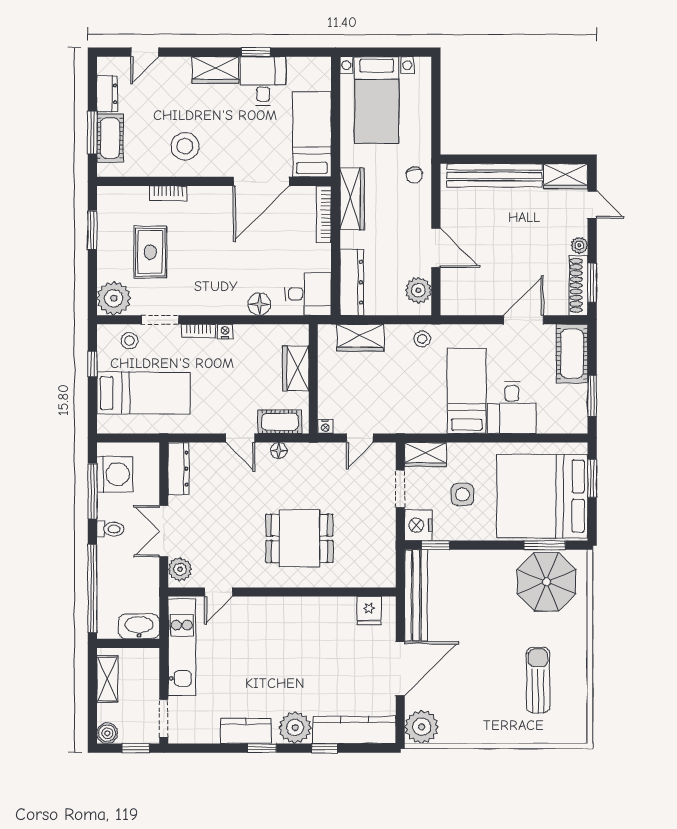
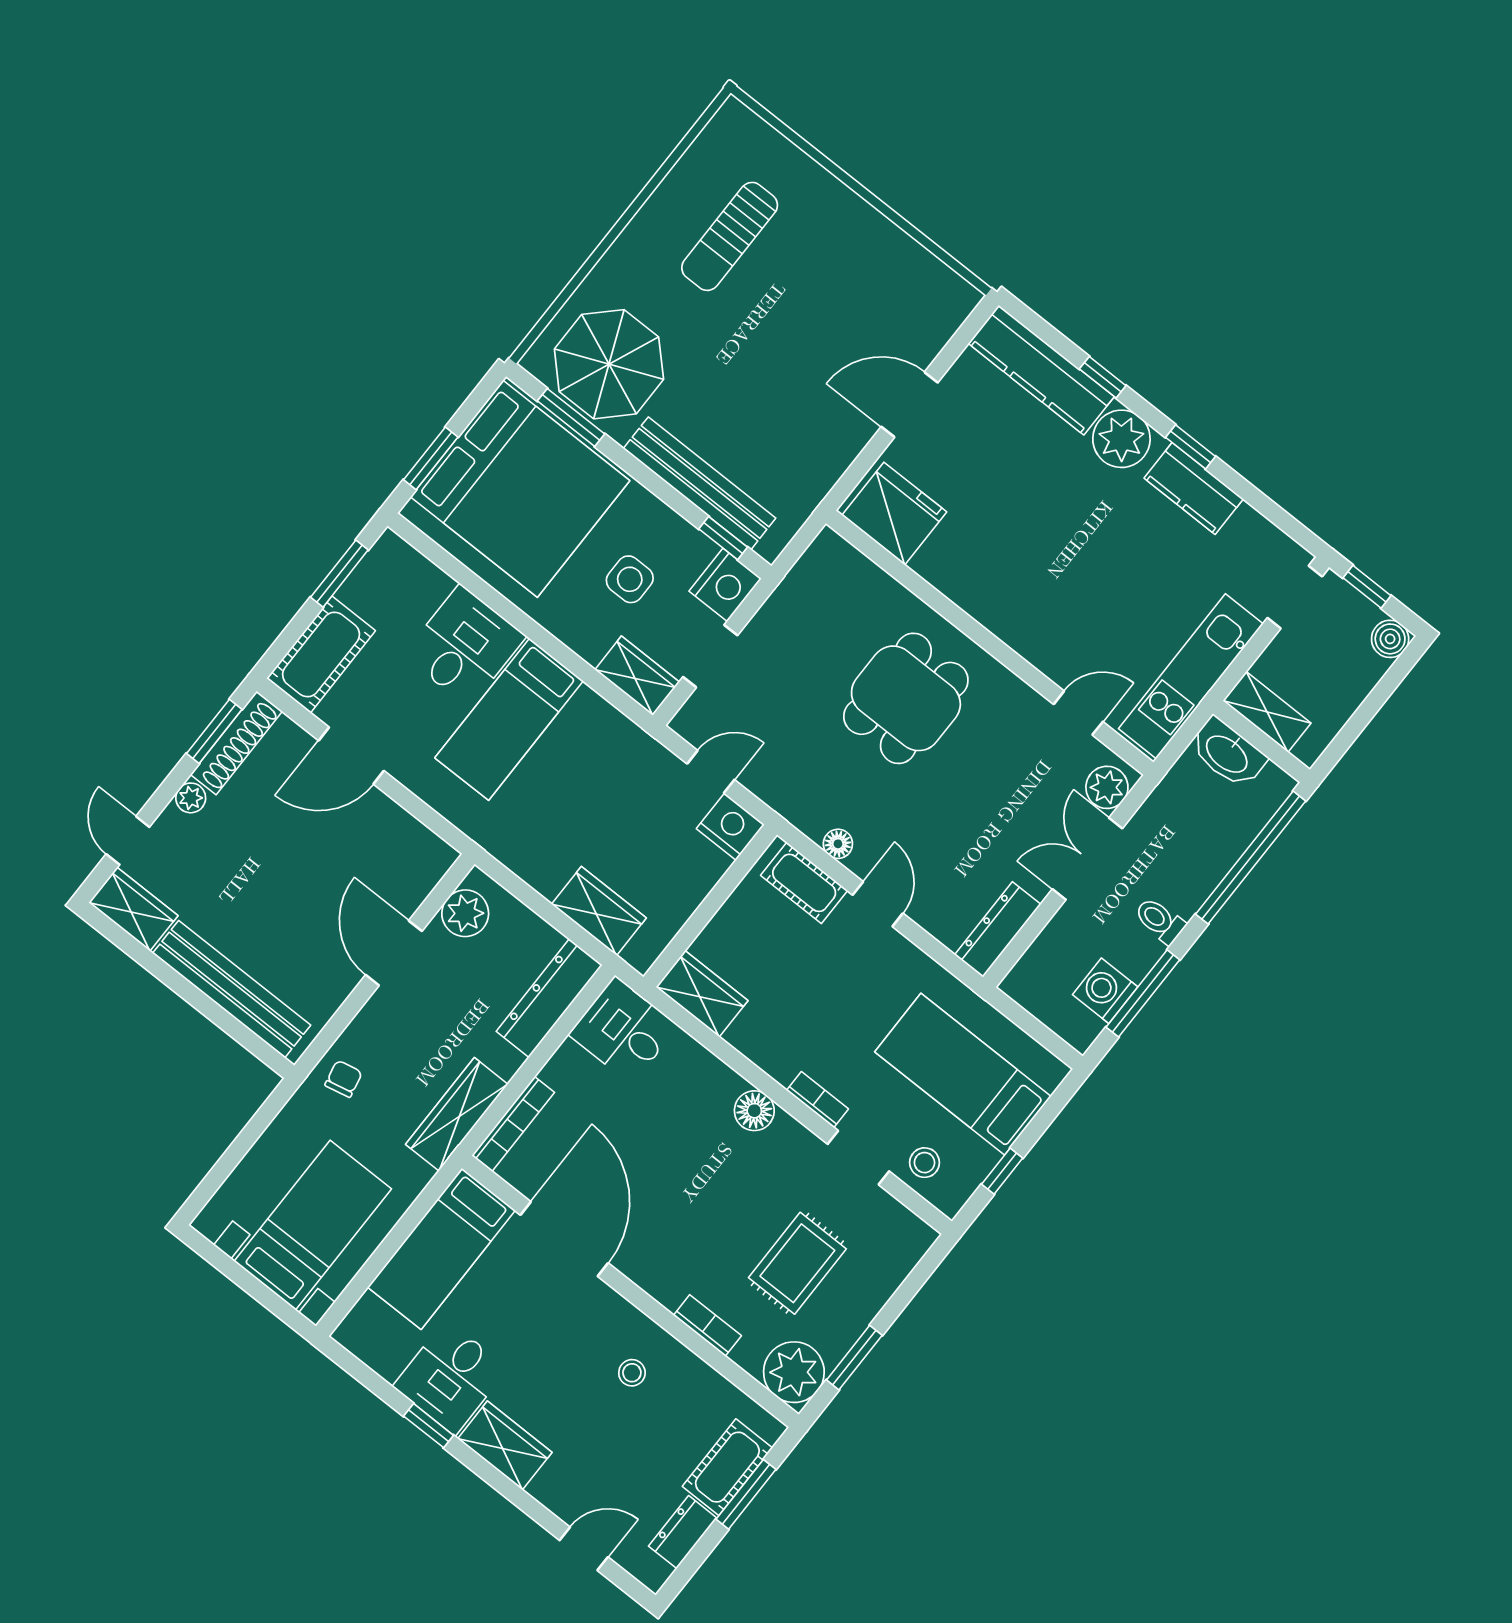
stool: (185, 146) -> (632, 1373), width x0.53, depth x0.53
door: (261, 181) -> (564, 1239), hinge flipped
plant: (114, 298) -> (794, 1372), moved
floor lamp: (259, 304) -> (754, 1111), moved
nightstand: (225, 332) -> (781, 1070), removed
stool: (422, 339) -> (514, 841), removed
wardrobe: (296, 368) -> (702, 994), moved, turned -90
nightstand: (325, 426) -> (730, 827), width x1.89, depth x1.79
washing machine: (115, 474) -> (1105, 991), width x0.73, depth x0.73
double door: (164, 531) -> (1087, 859), swing flipped
dining table: (299, 538) -> (906, 698), turned 90
bench: (416, 595) -> (700, 483), moved, turned 90
fridge: (369, 611) -> (894, 514), width x1.88, depth x1.34
door: (400, 669) -> (910, 405), width x0.73
shelving: (107, 679) -> (1267, 712), moved, turned 90
plant: (422, 727) -> (944, 300), removed

